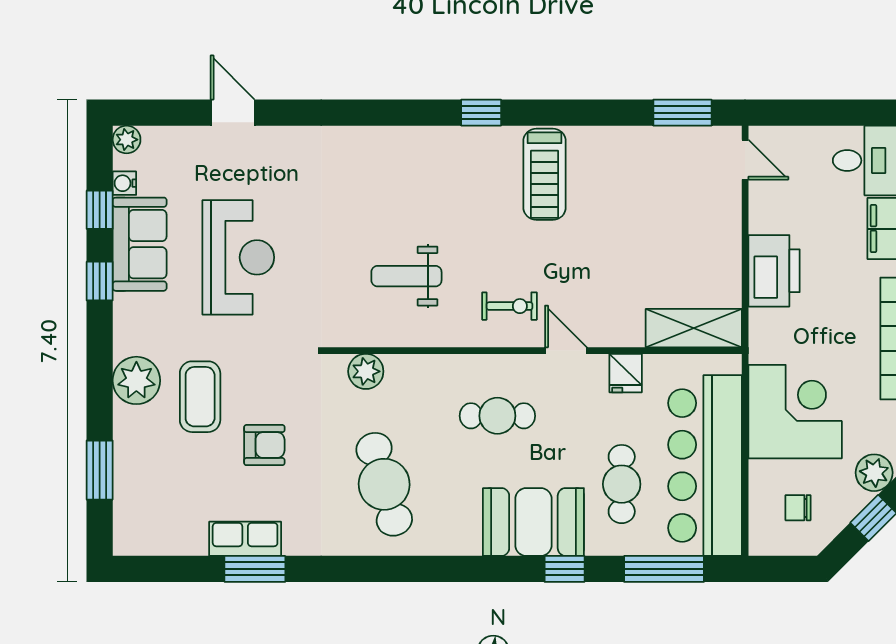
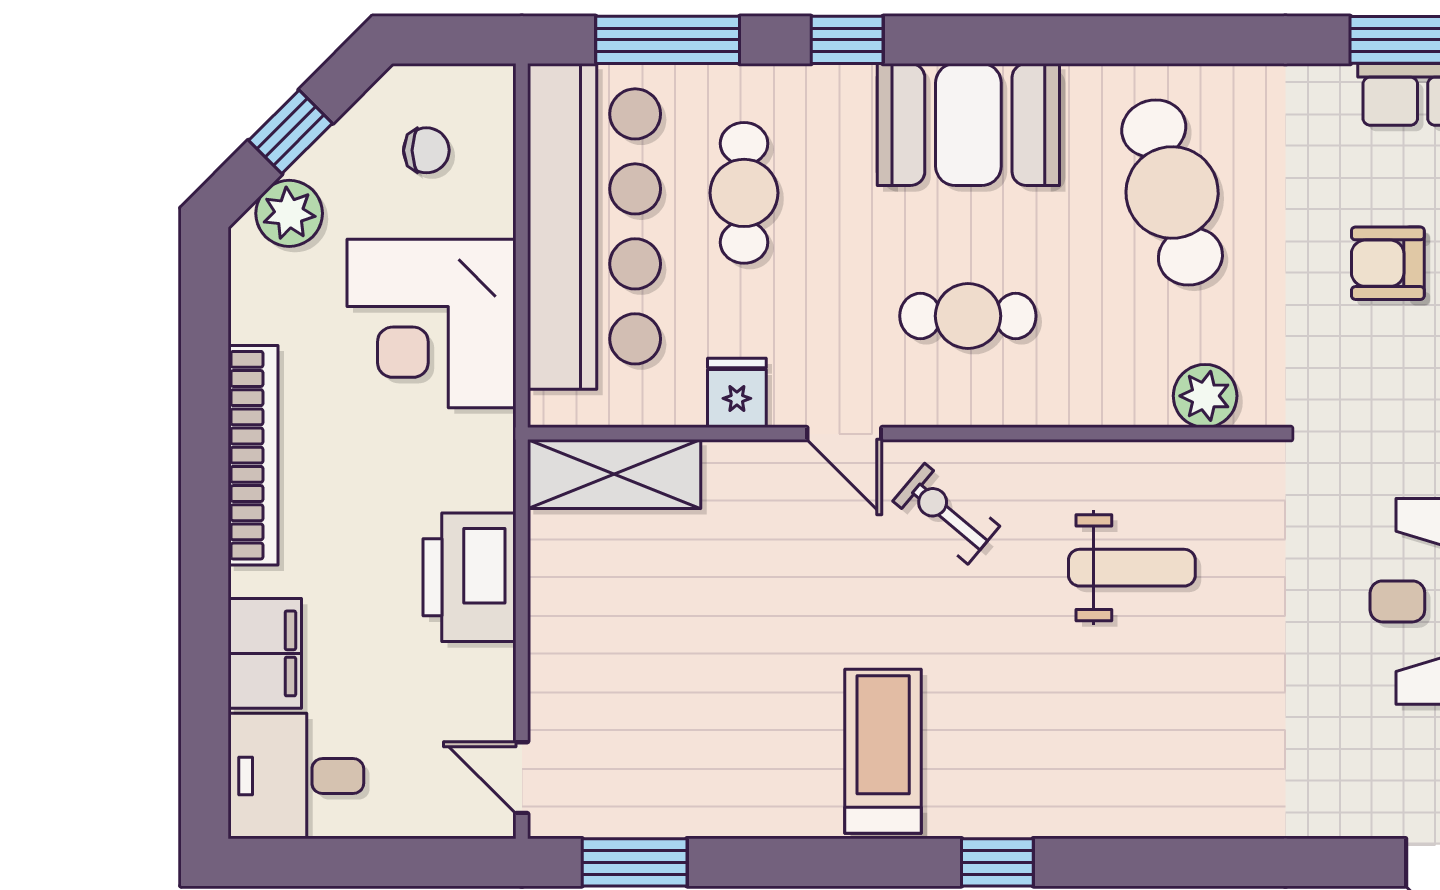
exercise bike: (509, 306) -> (946, 514), turned 40
booth: (533, 522) -> (968, 125), moved

